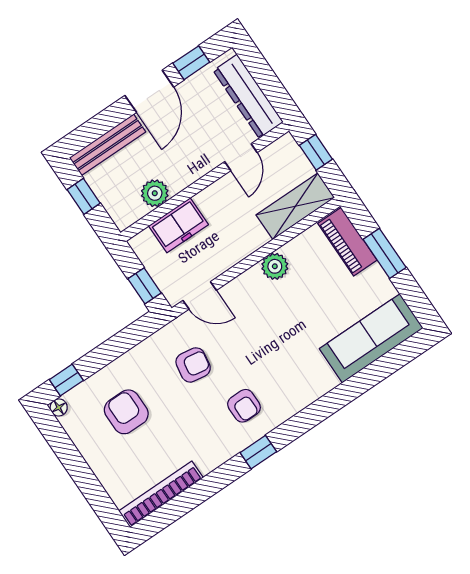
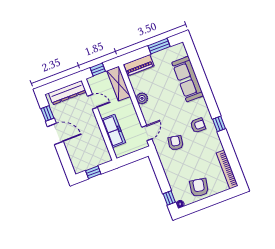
bench: (107, 145) -> (74, 157), removed
plant: (155, 193) -> (99, 142), removed
freezer: (178, 225) -> (113, 131), width x1.40
window: (385, 253) -> (159, 46), moved
window: (144, 286) -> (137, 156), removed
sofa: (371, 338) -> (188, 79), moved
armchair: (126, 412) -> (199, 188), moved, turned 100

